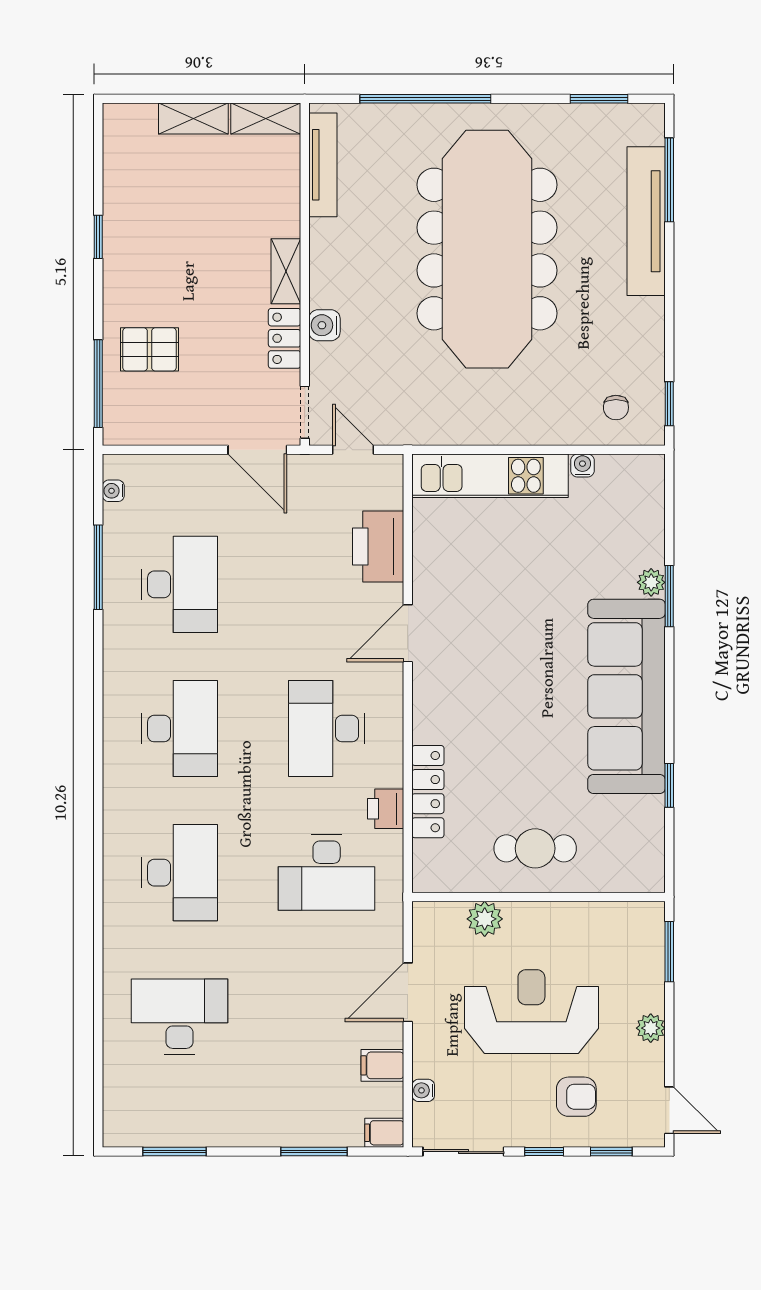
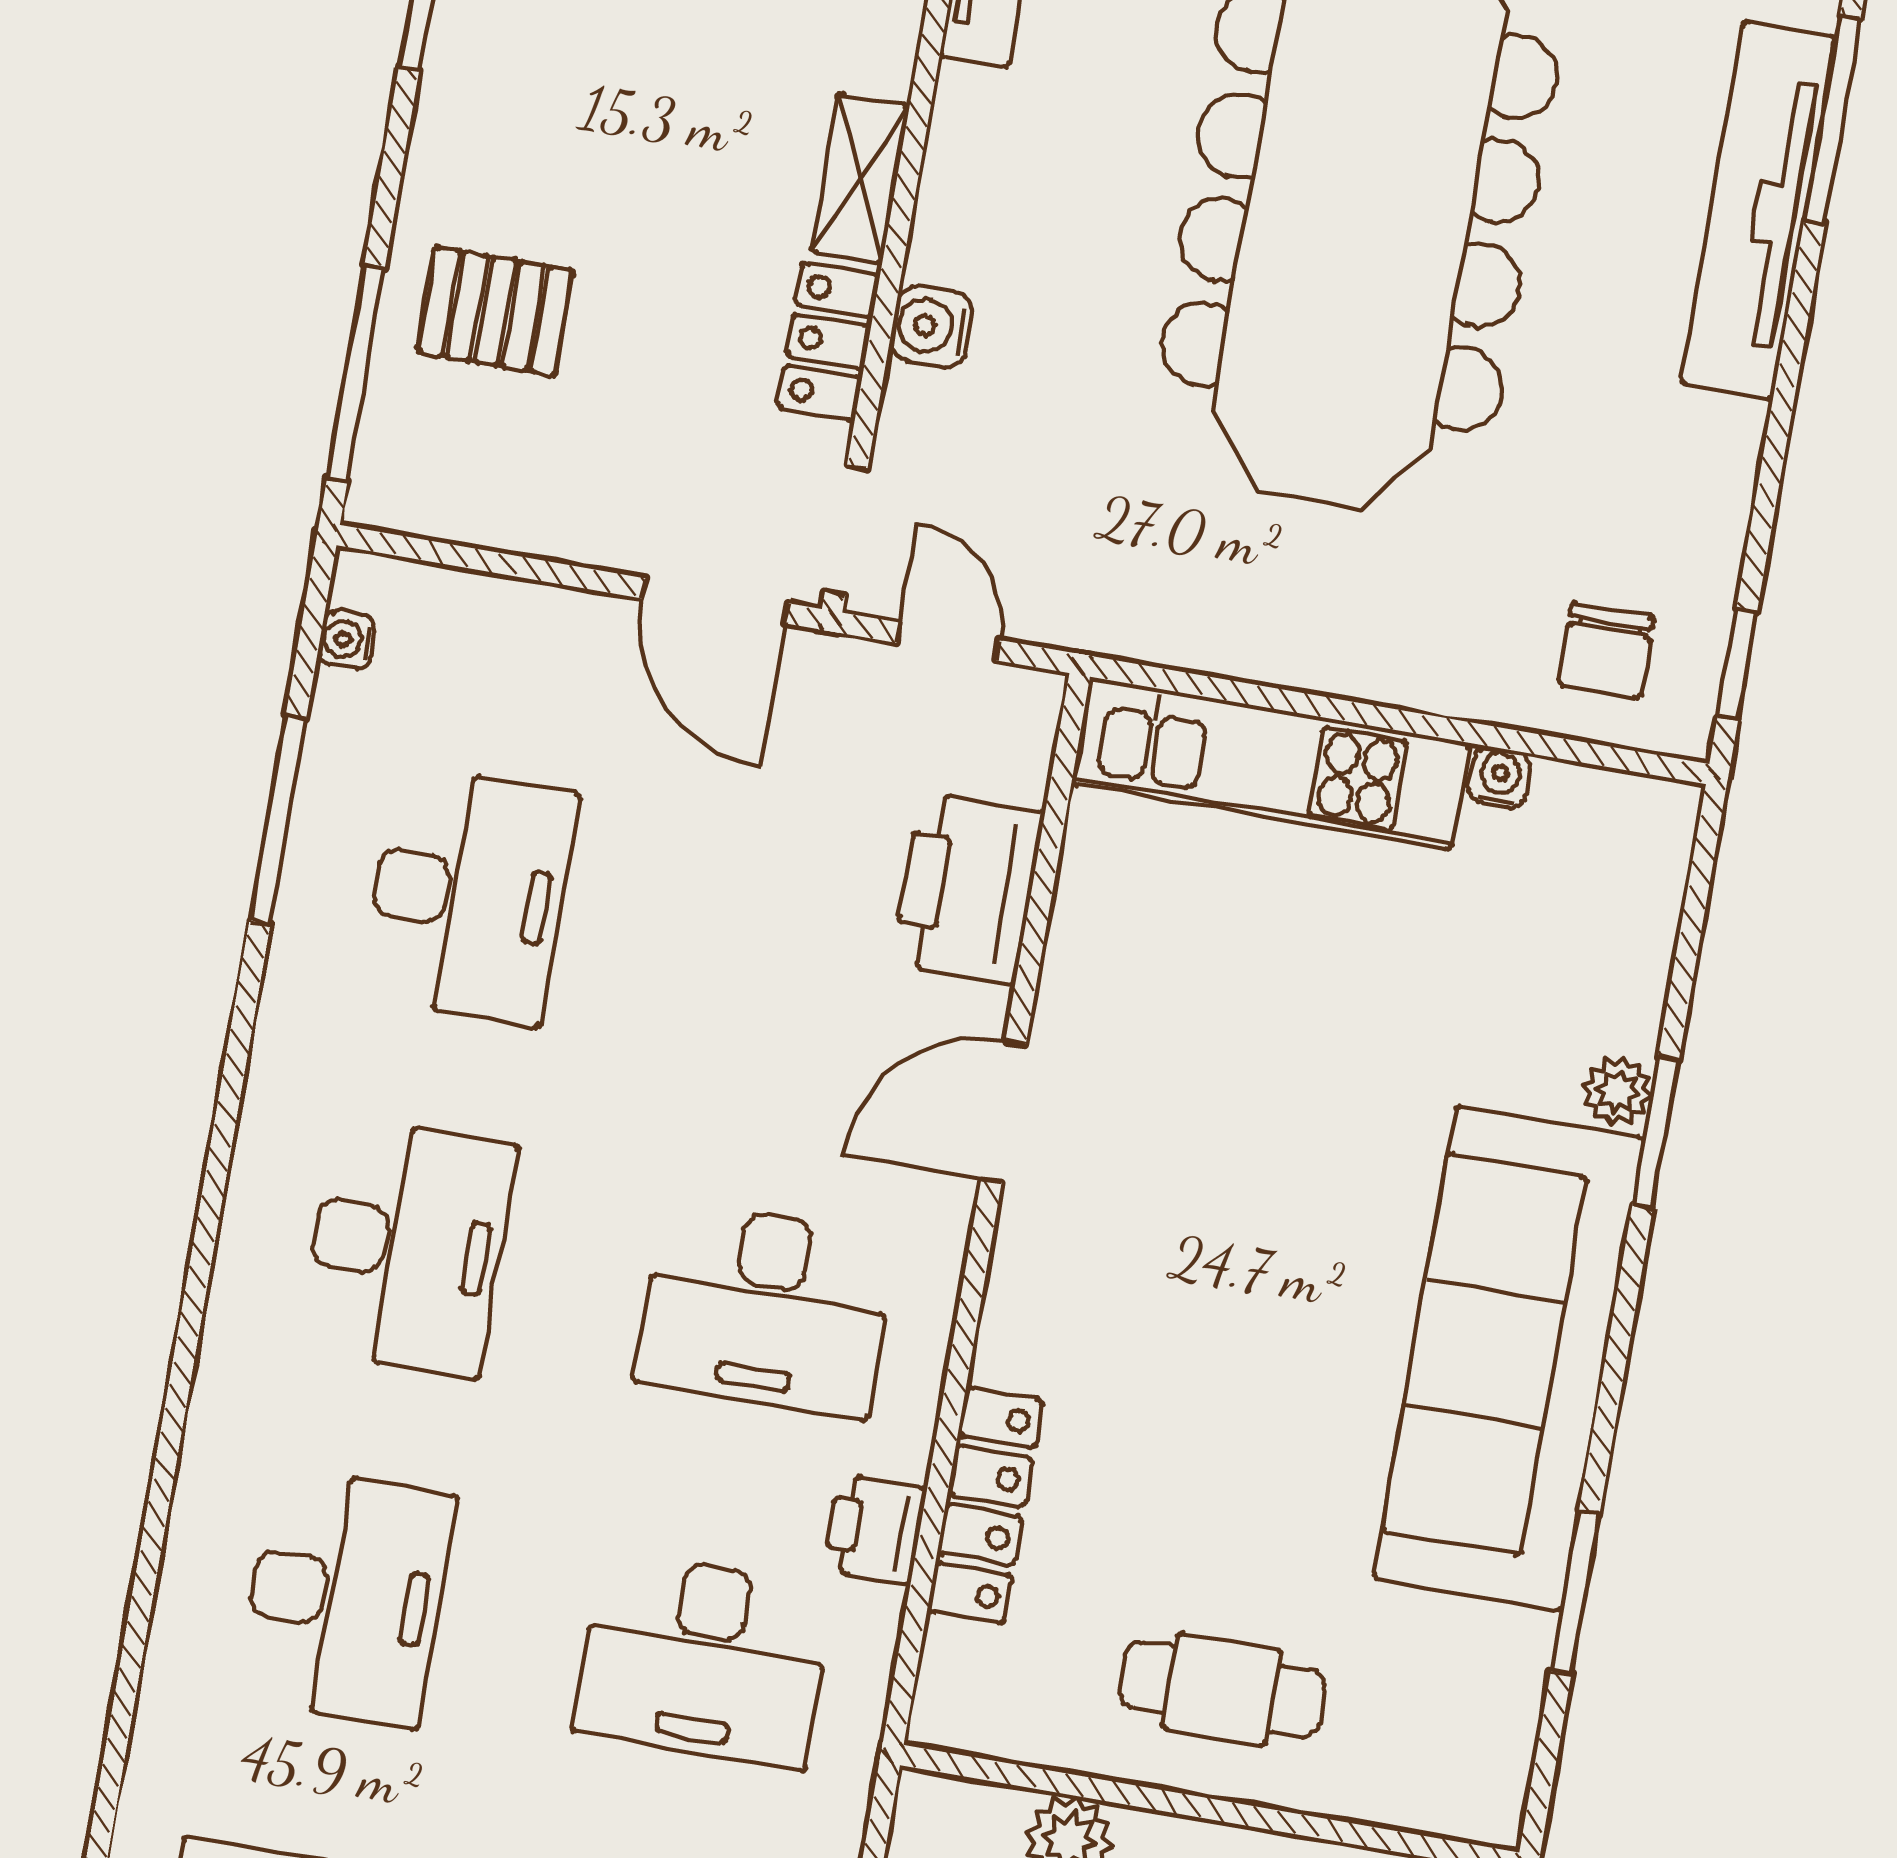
chair: (616, 407) -> (1606, 651), width x1.37, depth x1.37
desk: (327, 729) -> (765, 1309), turned -90
window: (669, 785) -> (1575, 1593), width x1.50

